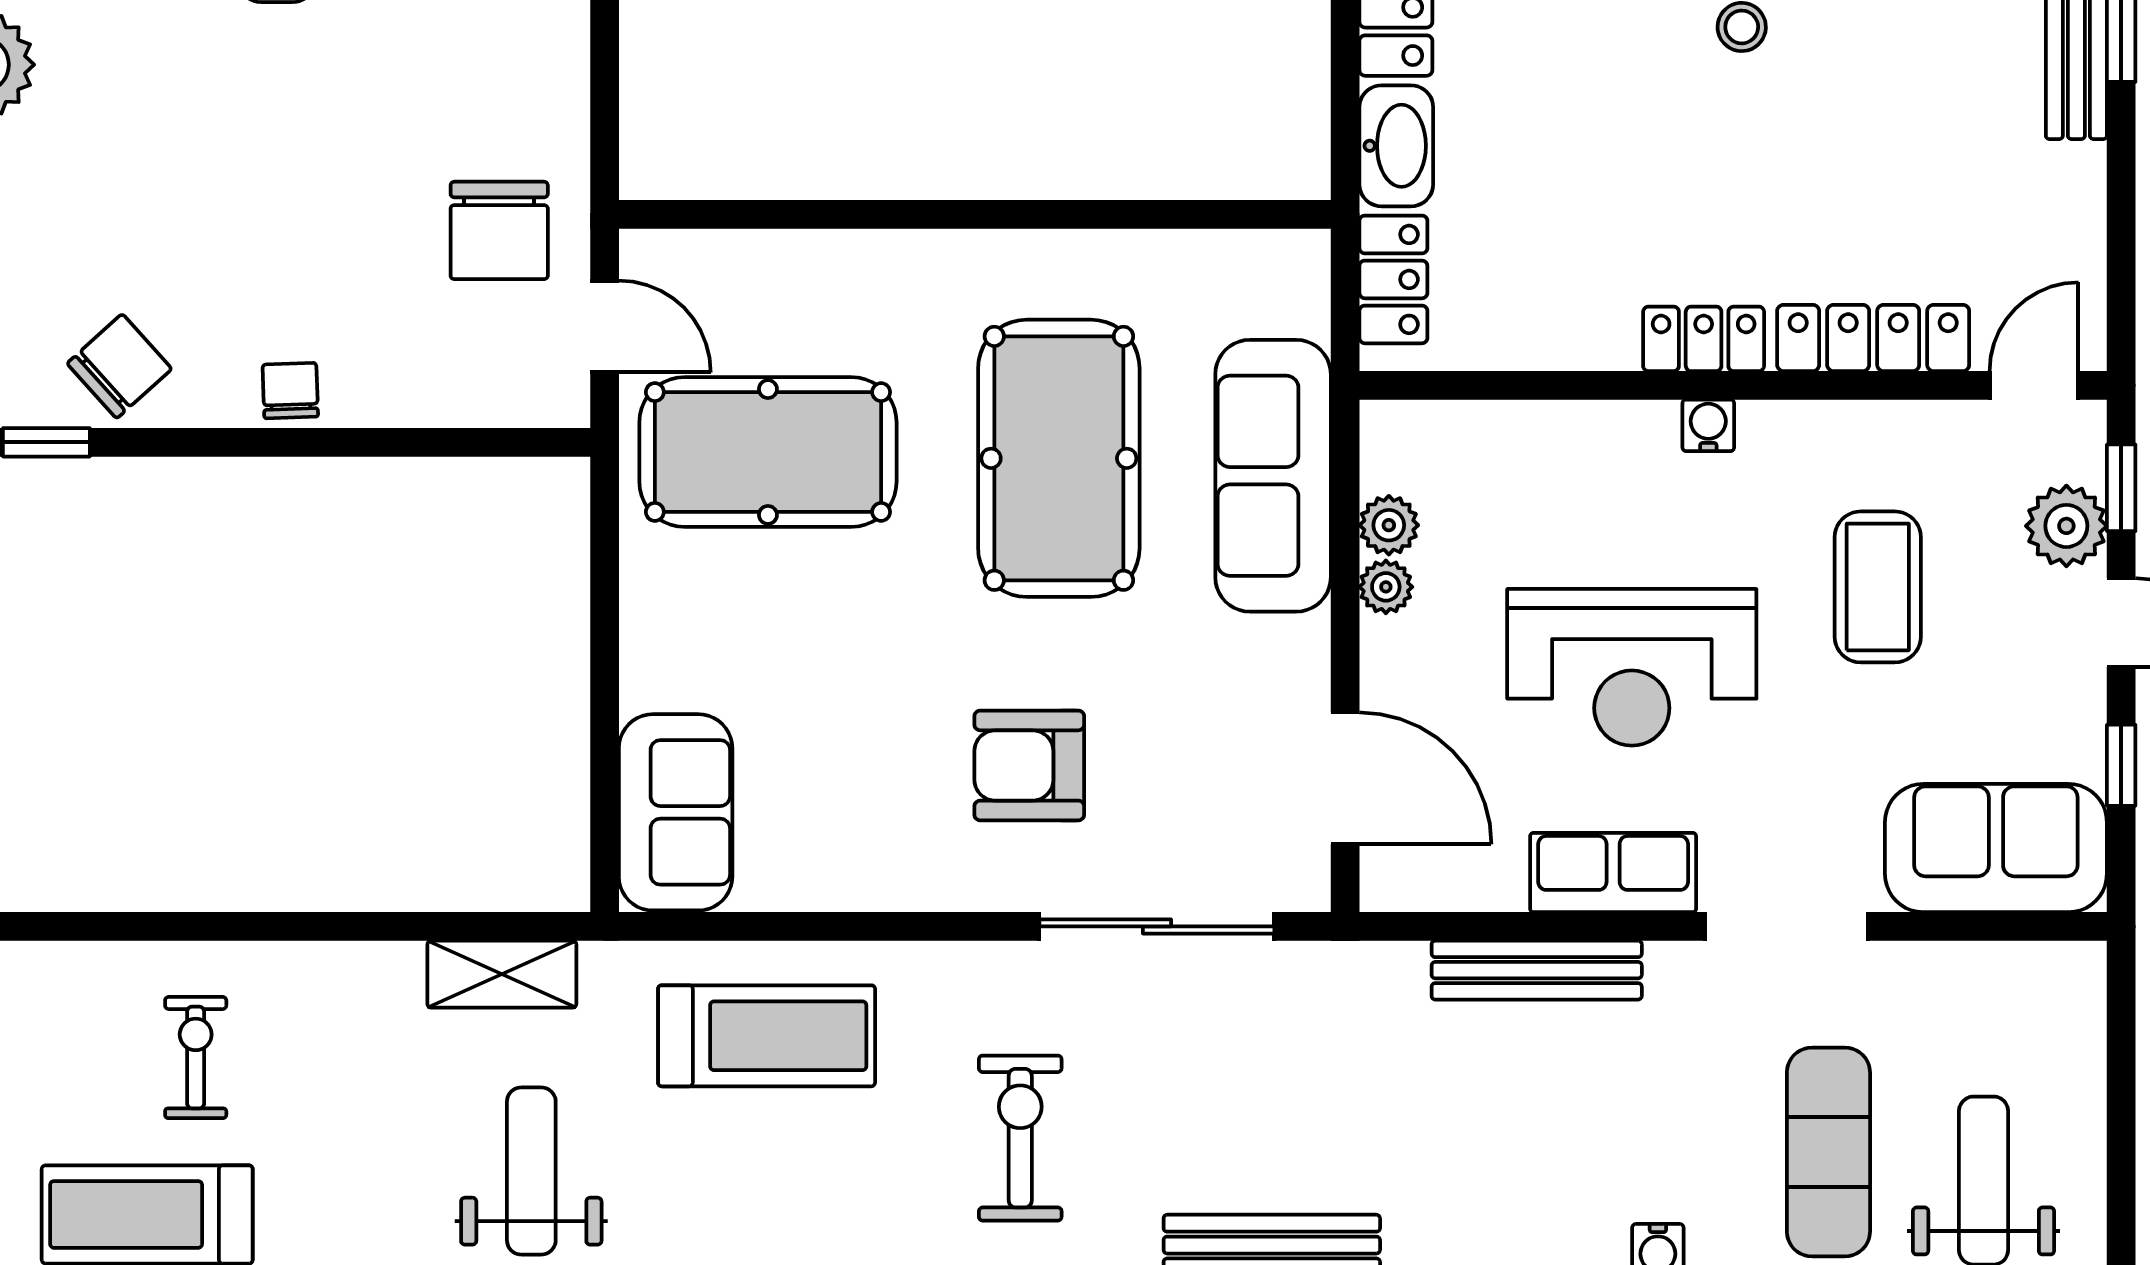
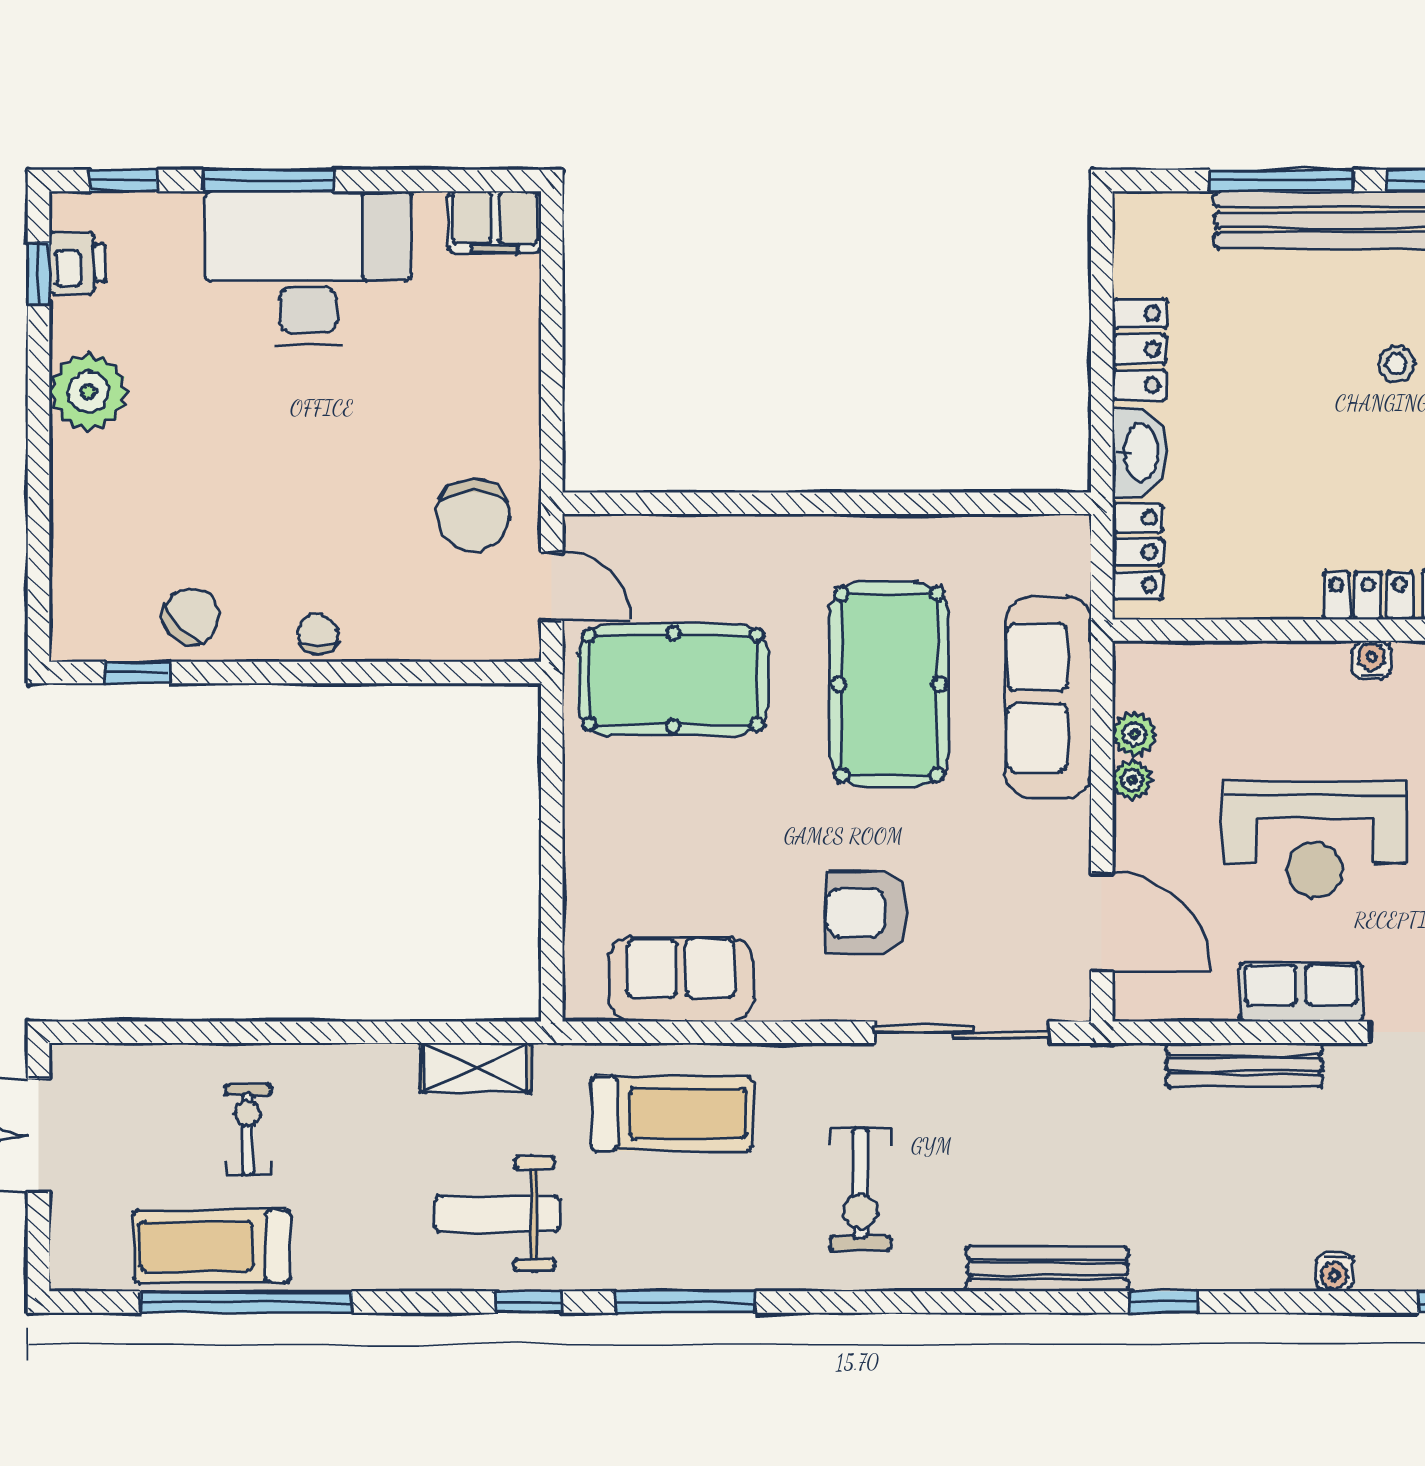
sofa: (676, 812) -> (681, 979), moved, turned -90
exercise bike: (1020, 1138) -> (860, 1189), turned 180
weight bench: (531, 1171) -> (497, 1214), turned -90

